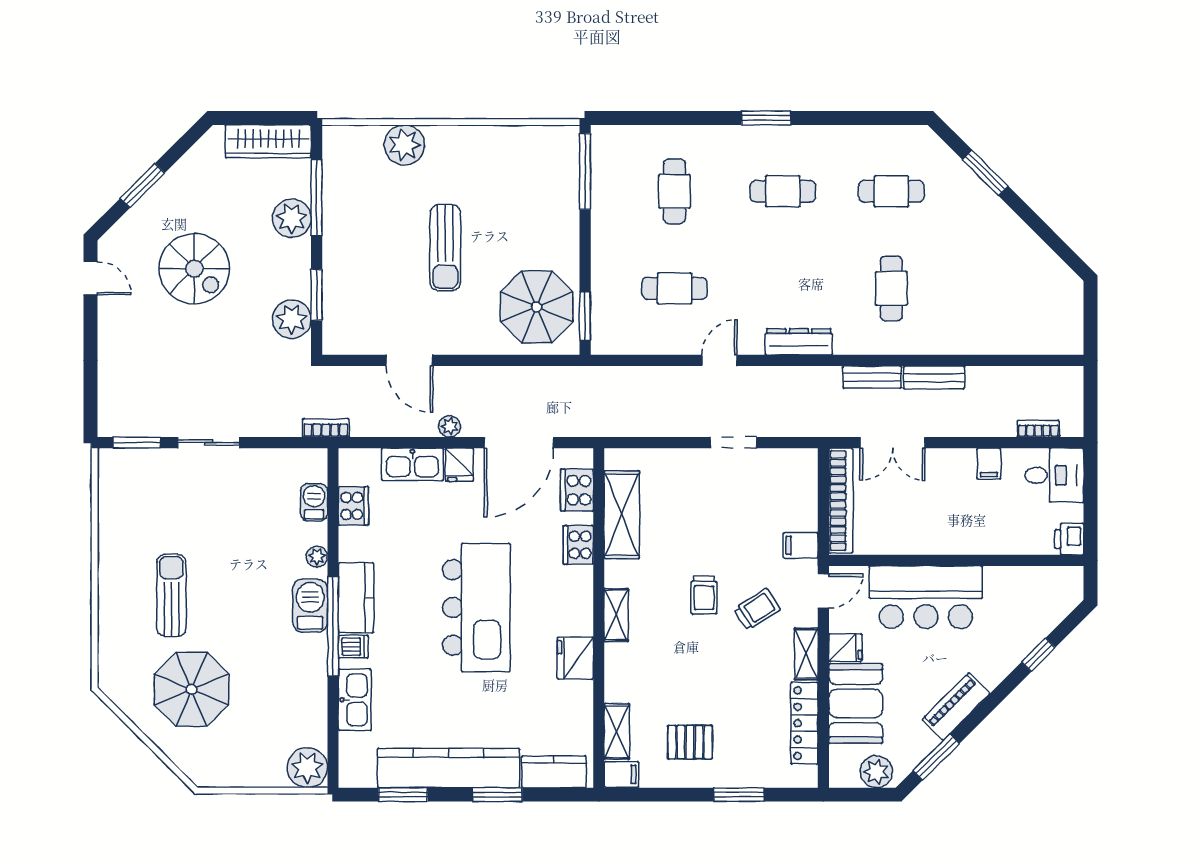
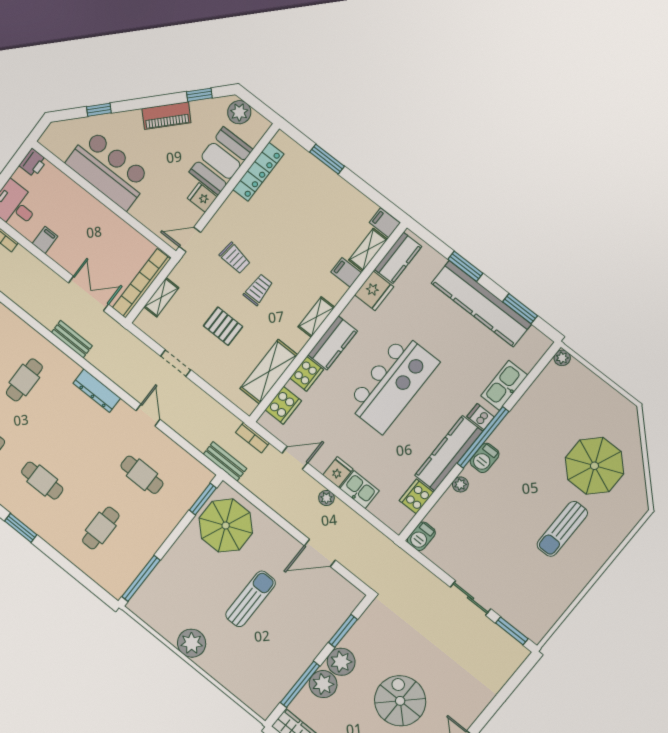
plant: (404, 145) -> (192, 643), moved
plant: (292, 319) -> (341, 662), moved
door: (409, 360) -> (320, 553), swing flipped
door: (719, 360) -> (148, 415), swing flipped
bench: (934, 377) -> (225, 461), moved
bookcase: (326, 428) -> (252, 438), moved
door: (519, 443) -> (295, 458), width x0.53
kitchen sink: (412, 464) -> (360, 490), width x0.73
barbecue: (314, 502) -> (421, 536), moved
filing cabinet: (801, 545) -> (346, 272), moved, turned 180
bar counter: (926, 597) -> (108, 170), moved
kitchen counter: (356, 598) -> (449, 453), width x1.50
kitchen counter: (576, 601) -> (333, 343), added
barbecue: (310, 606) -> (485, 458), width x0.73, depth x0.79
kitchen island: (476, 607) -> (392, 384), turned 180
trolley: (757, 609) -> (235, 258), turned -140
shelving: (806, 654) -> (161, 297), moved
fridge: (575, 658) -> (374, 291), moved
pallet: (690, 742) -> (223, 326), moved
window: (936, 757) -> (199, 95), width x0.67
plant: (307, 768) -> (562, 358), width x0.53, depth x0.53
kitchen counter: (554, 772) -> (398, 258), moved, turned -90

